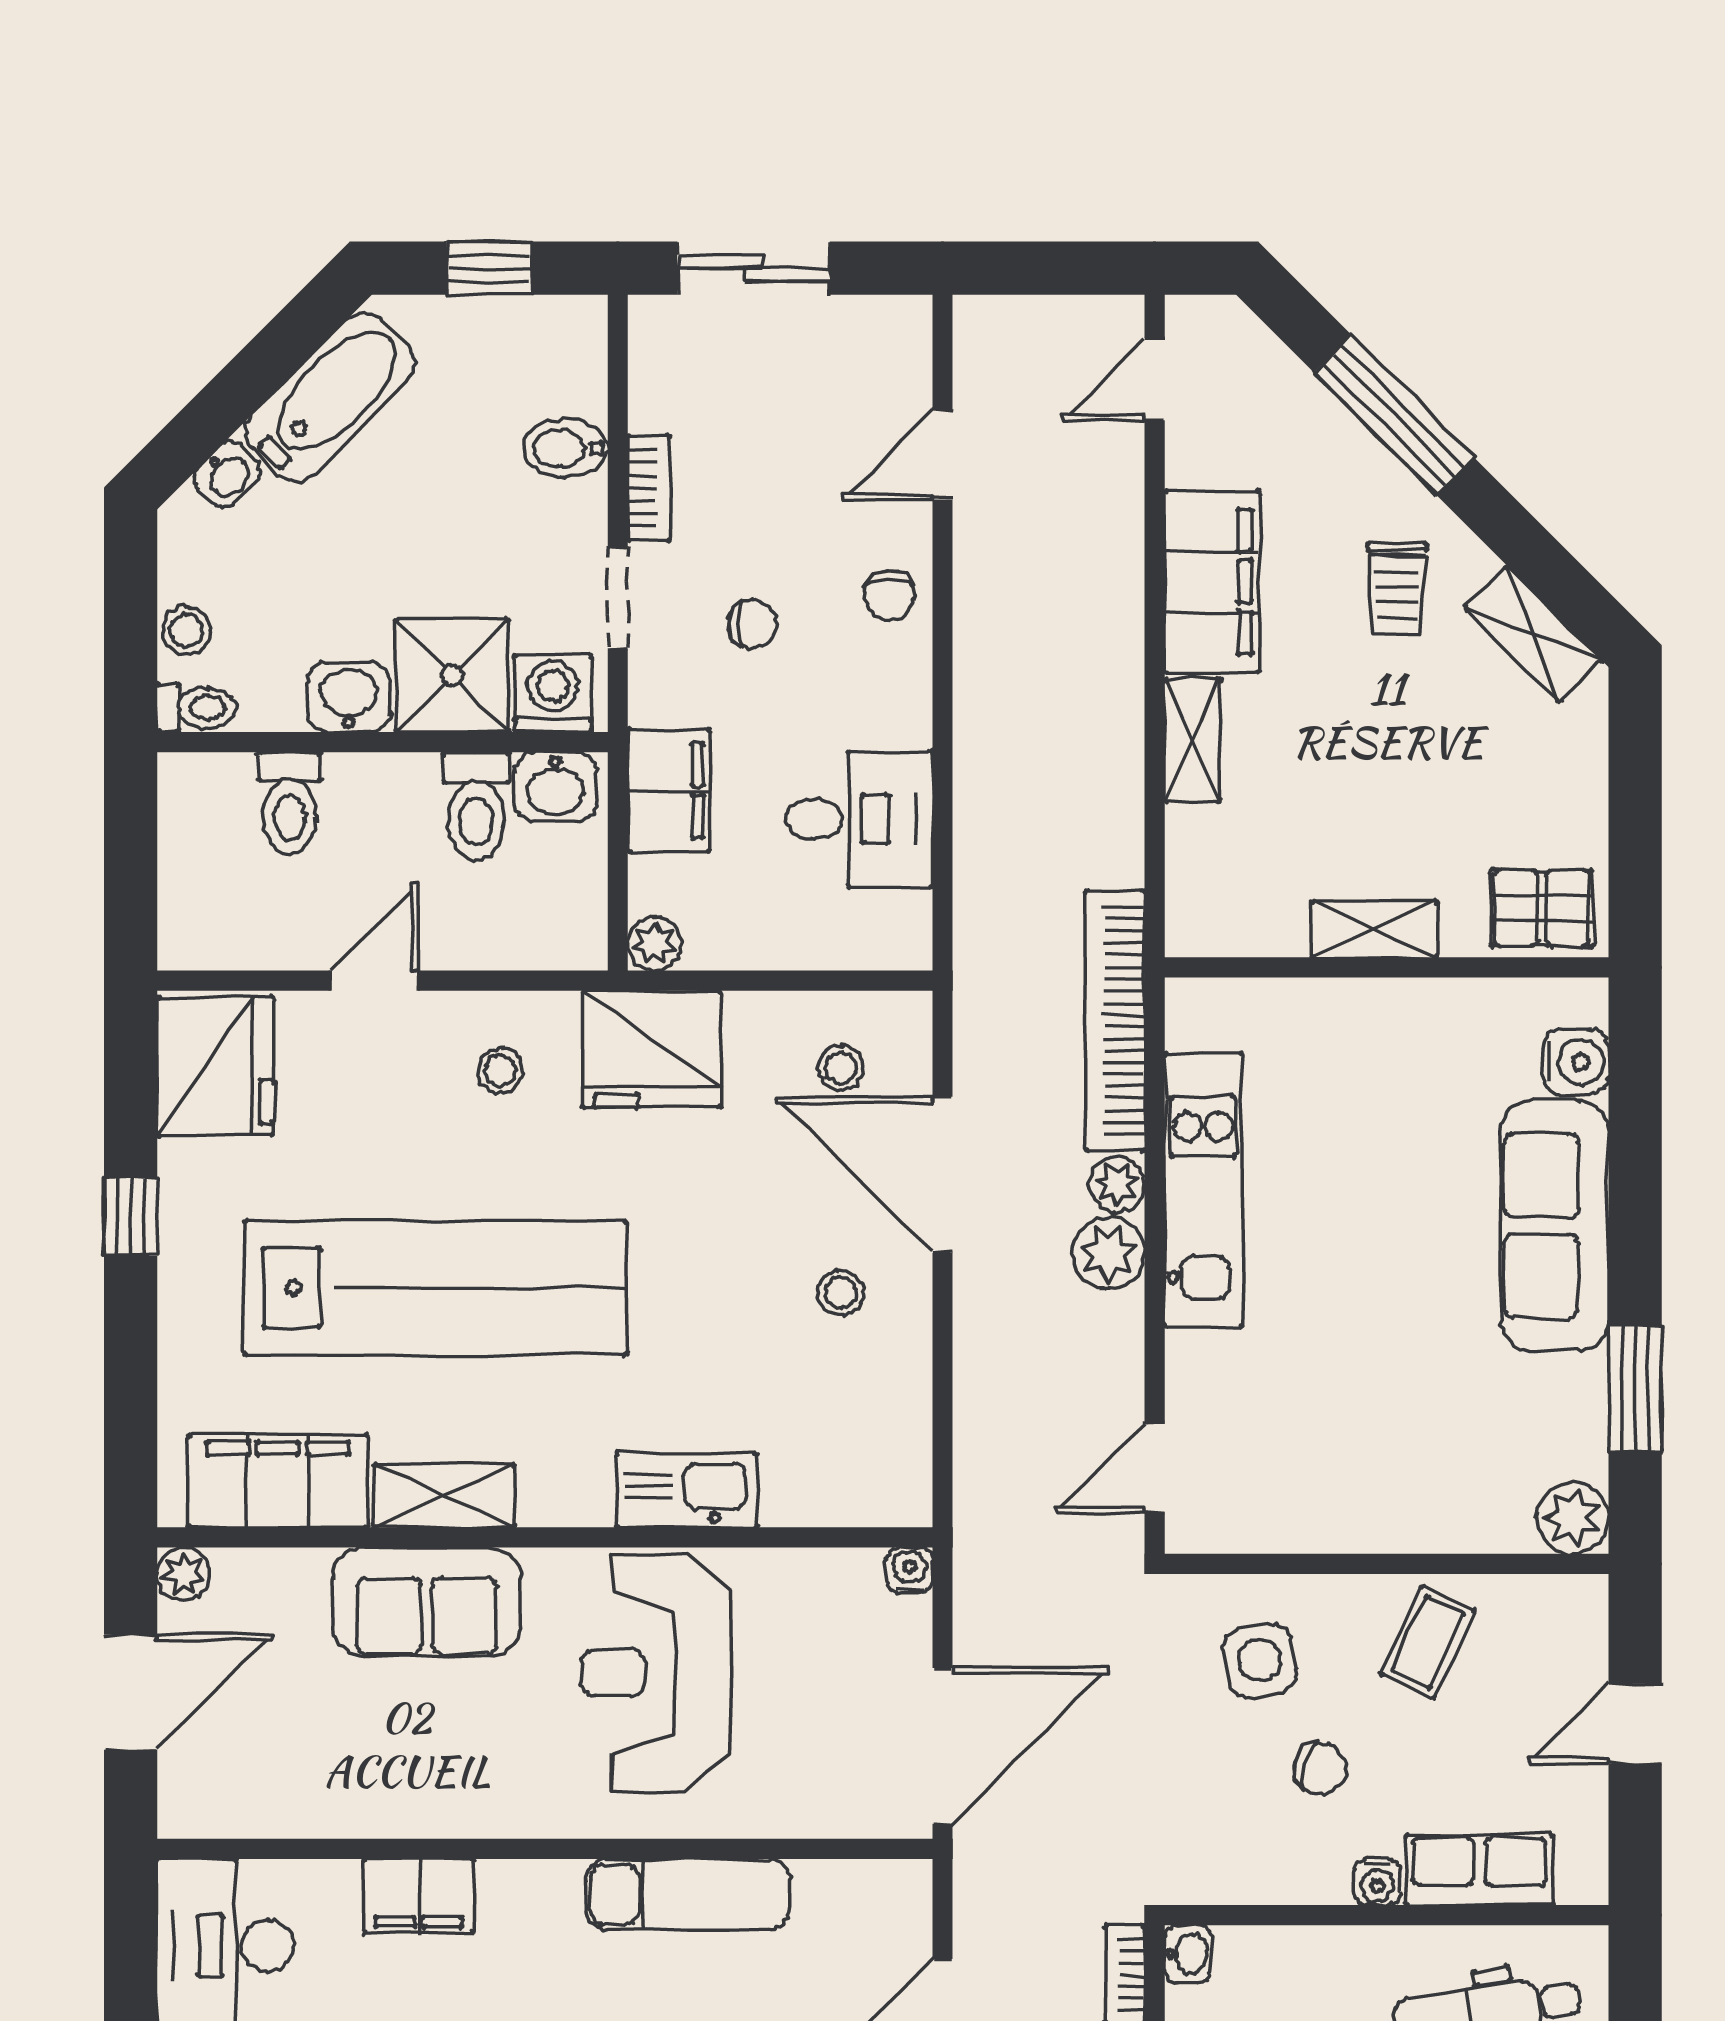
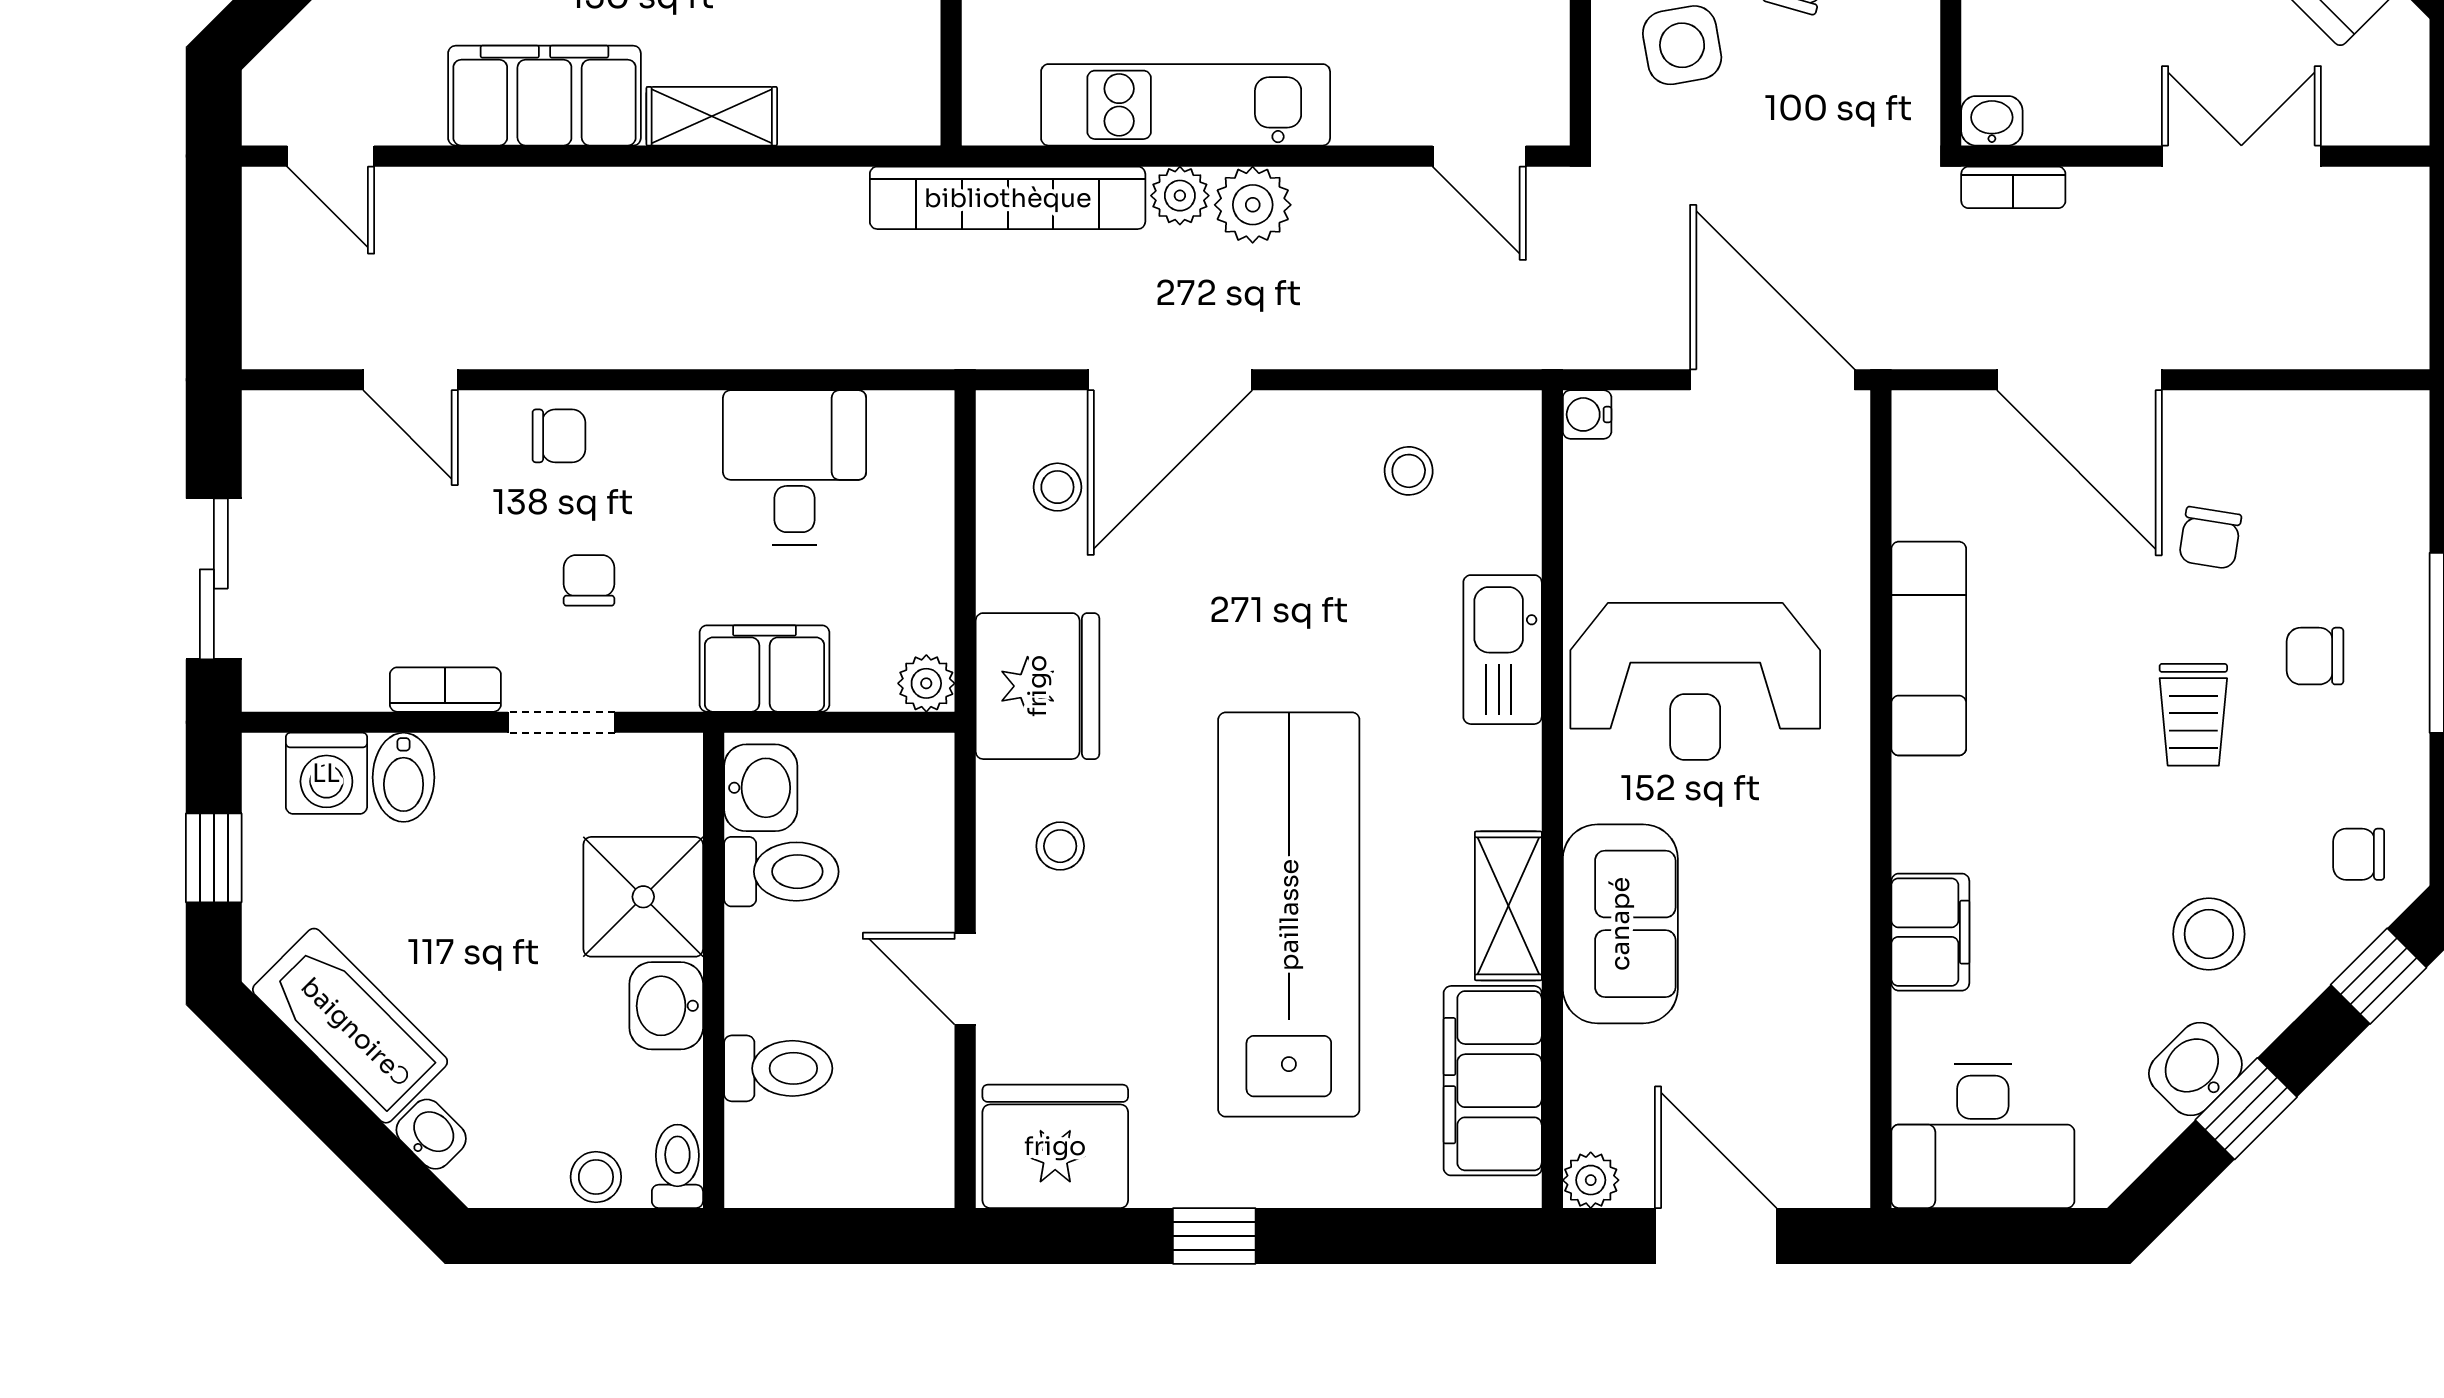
washing machine: (553, 694) -> (326, 773), moved, turned -90
stool: (841, 1293) -> (1409, 471), moved

